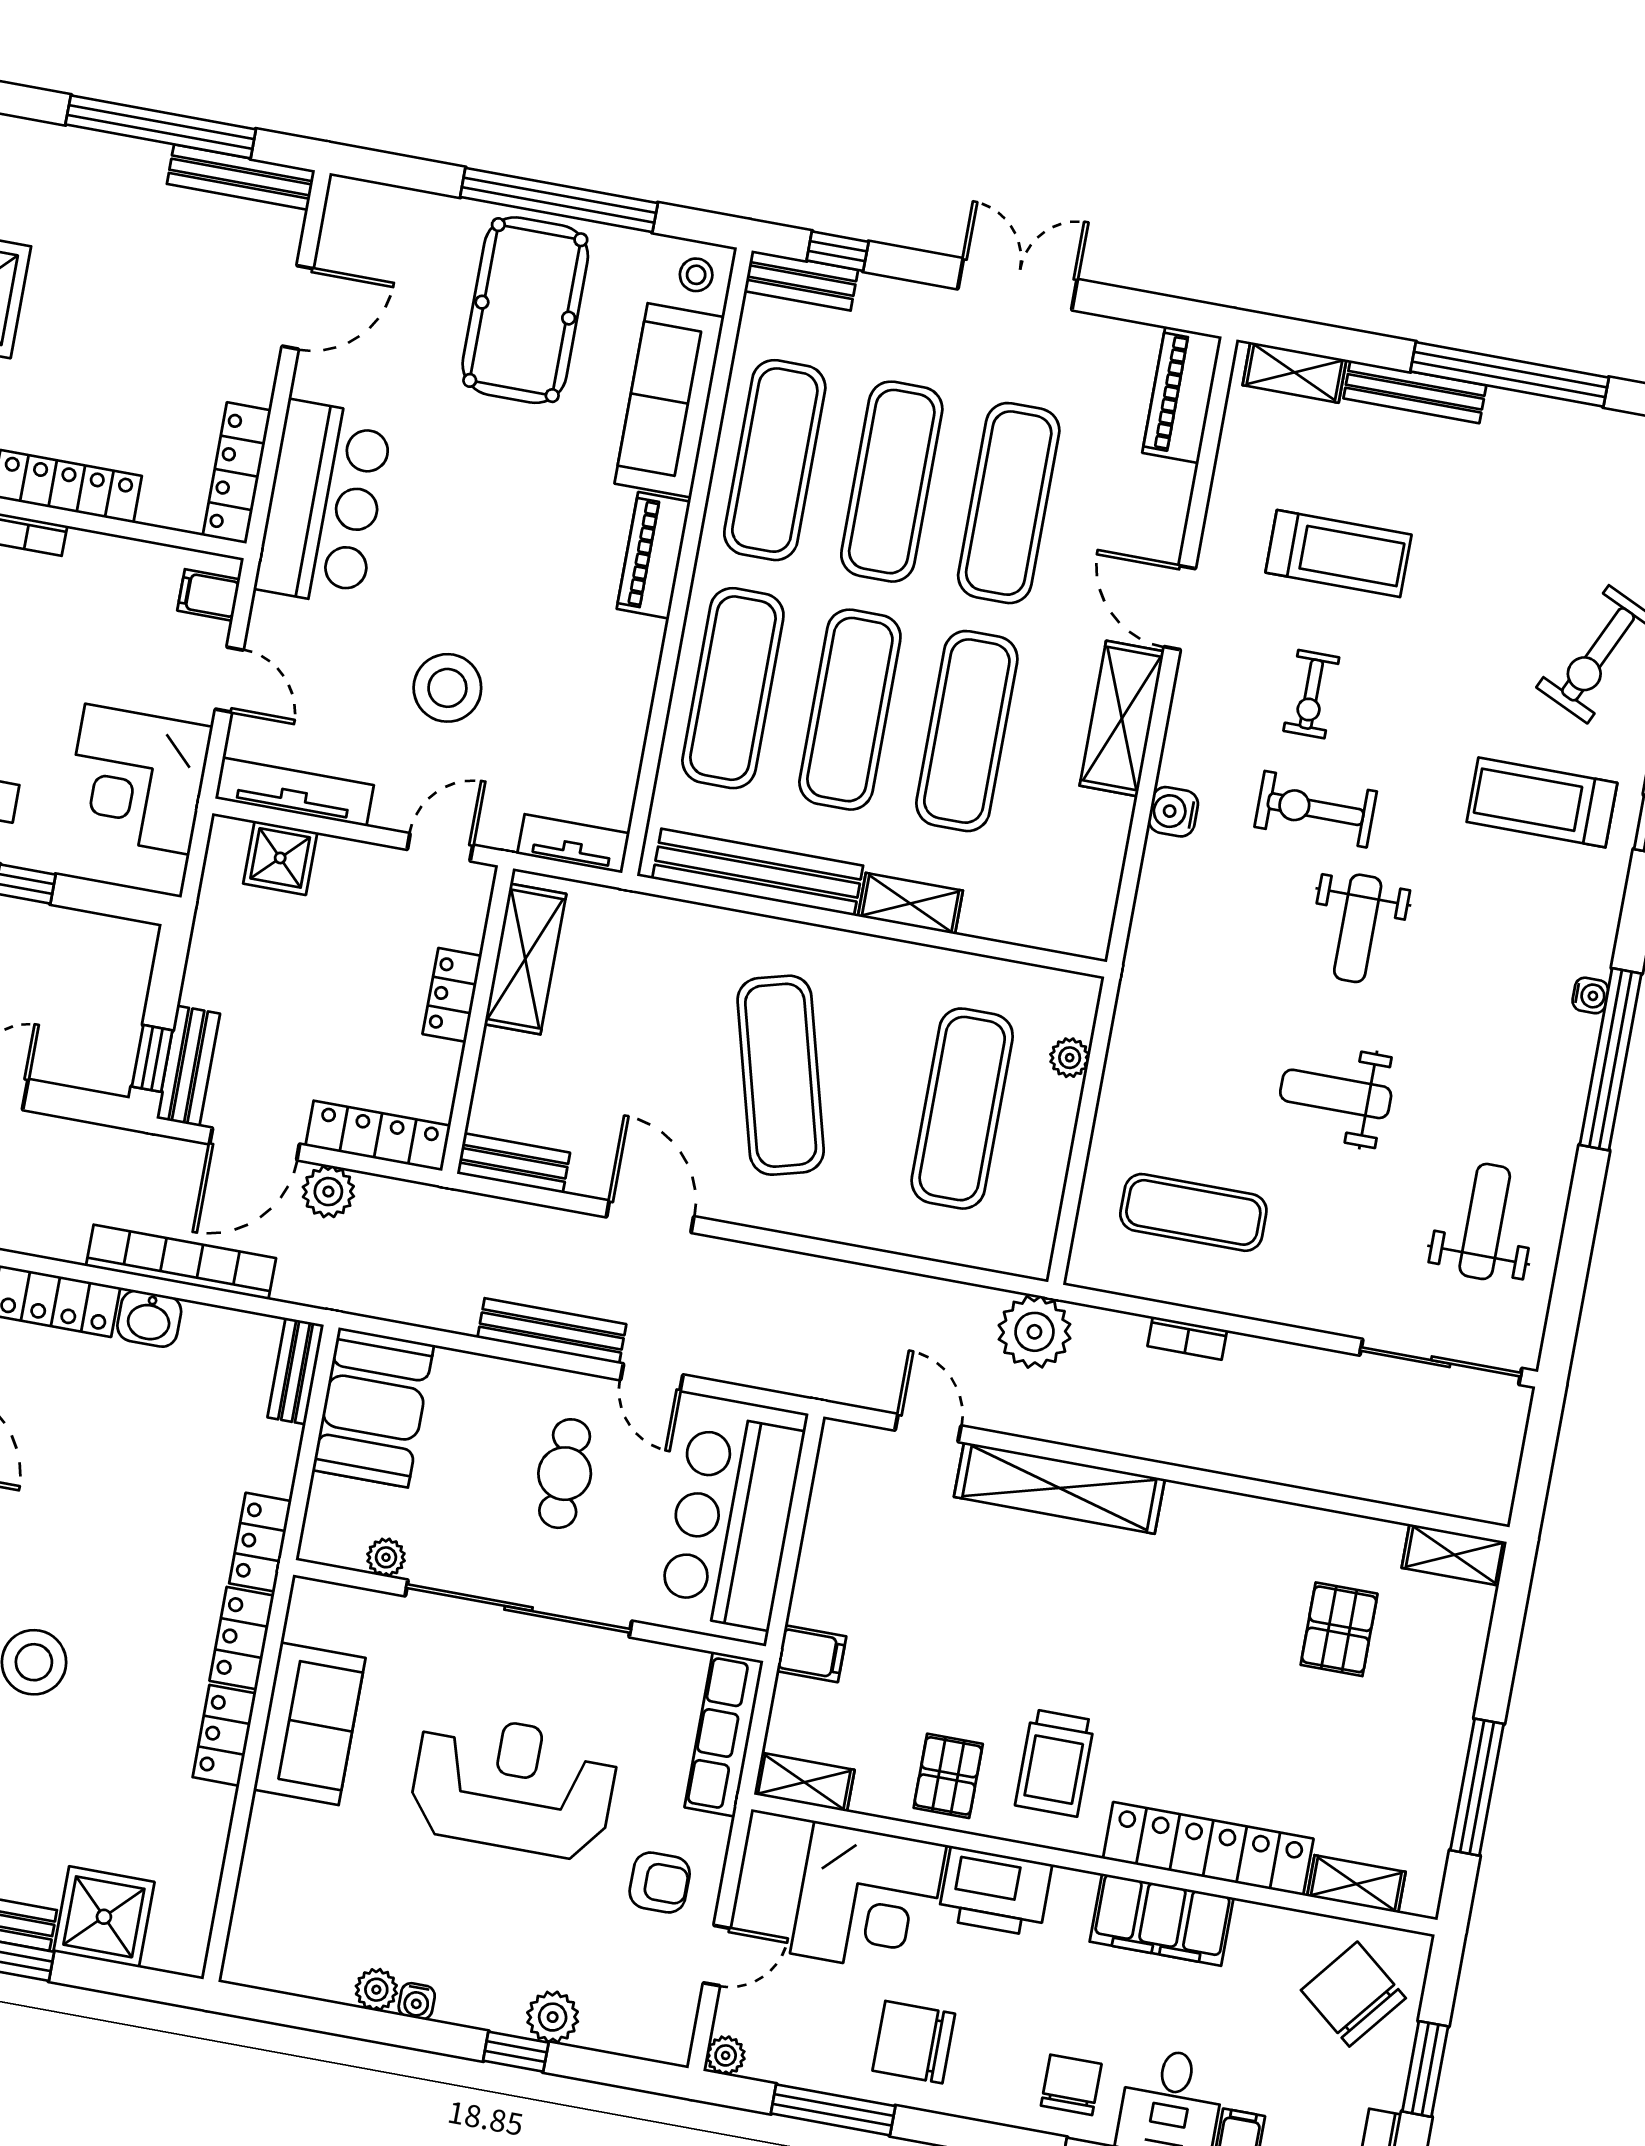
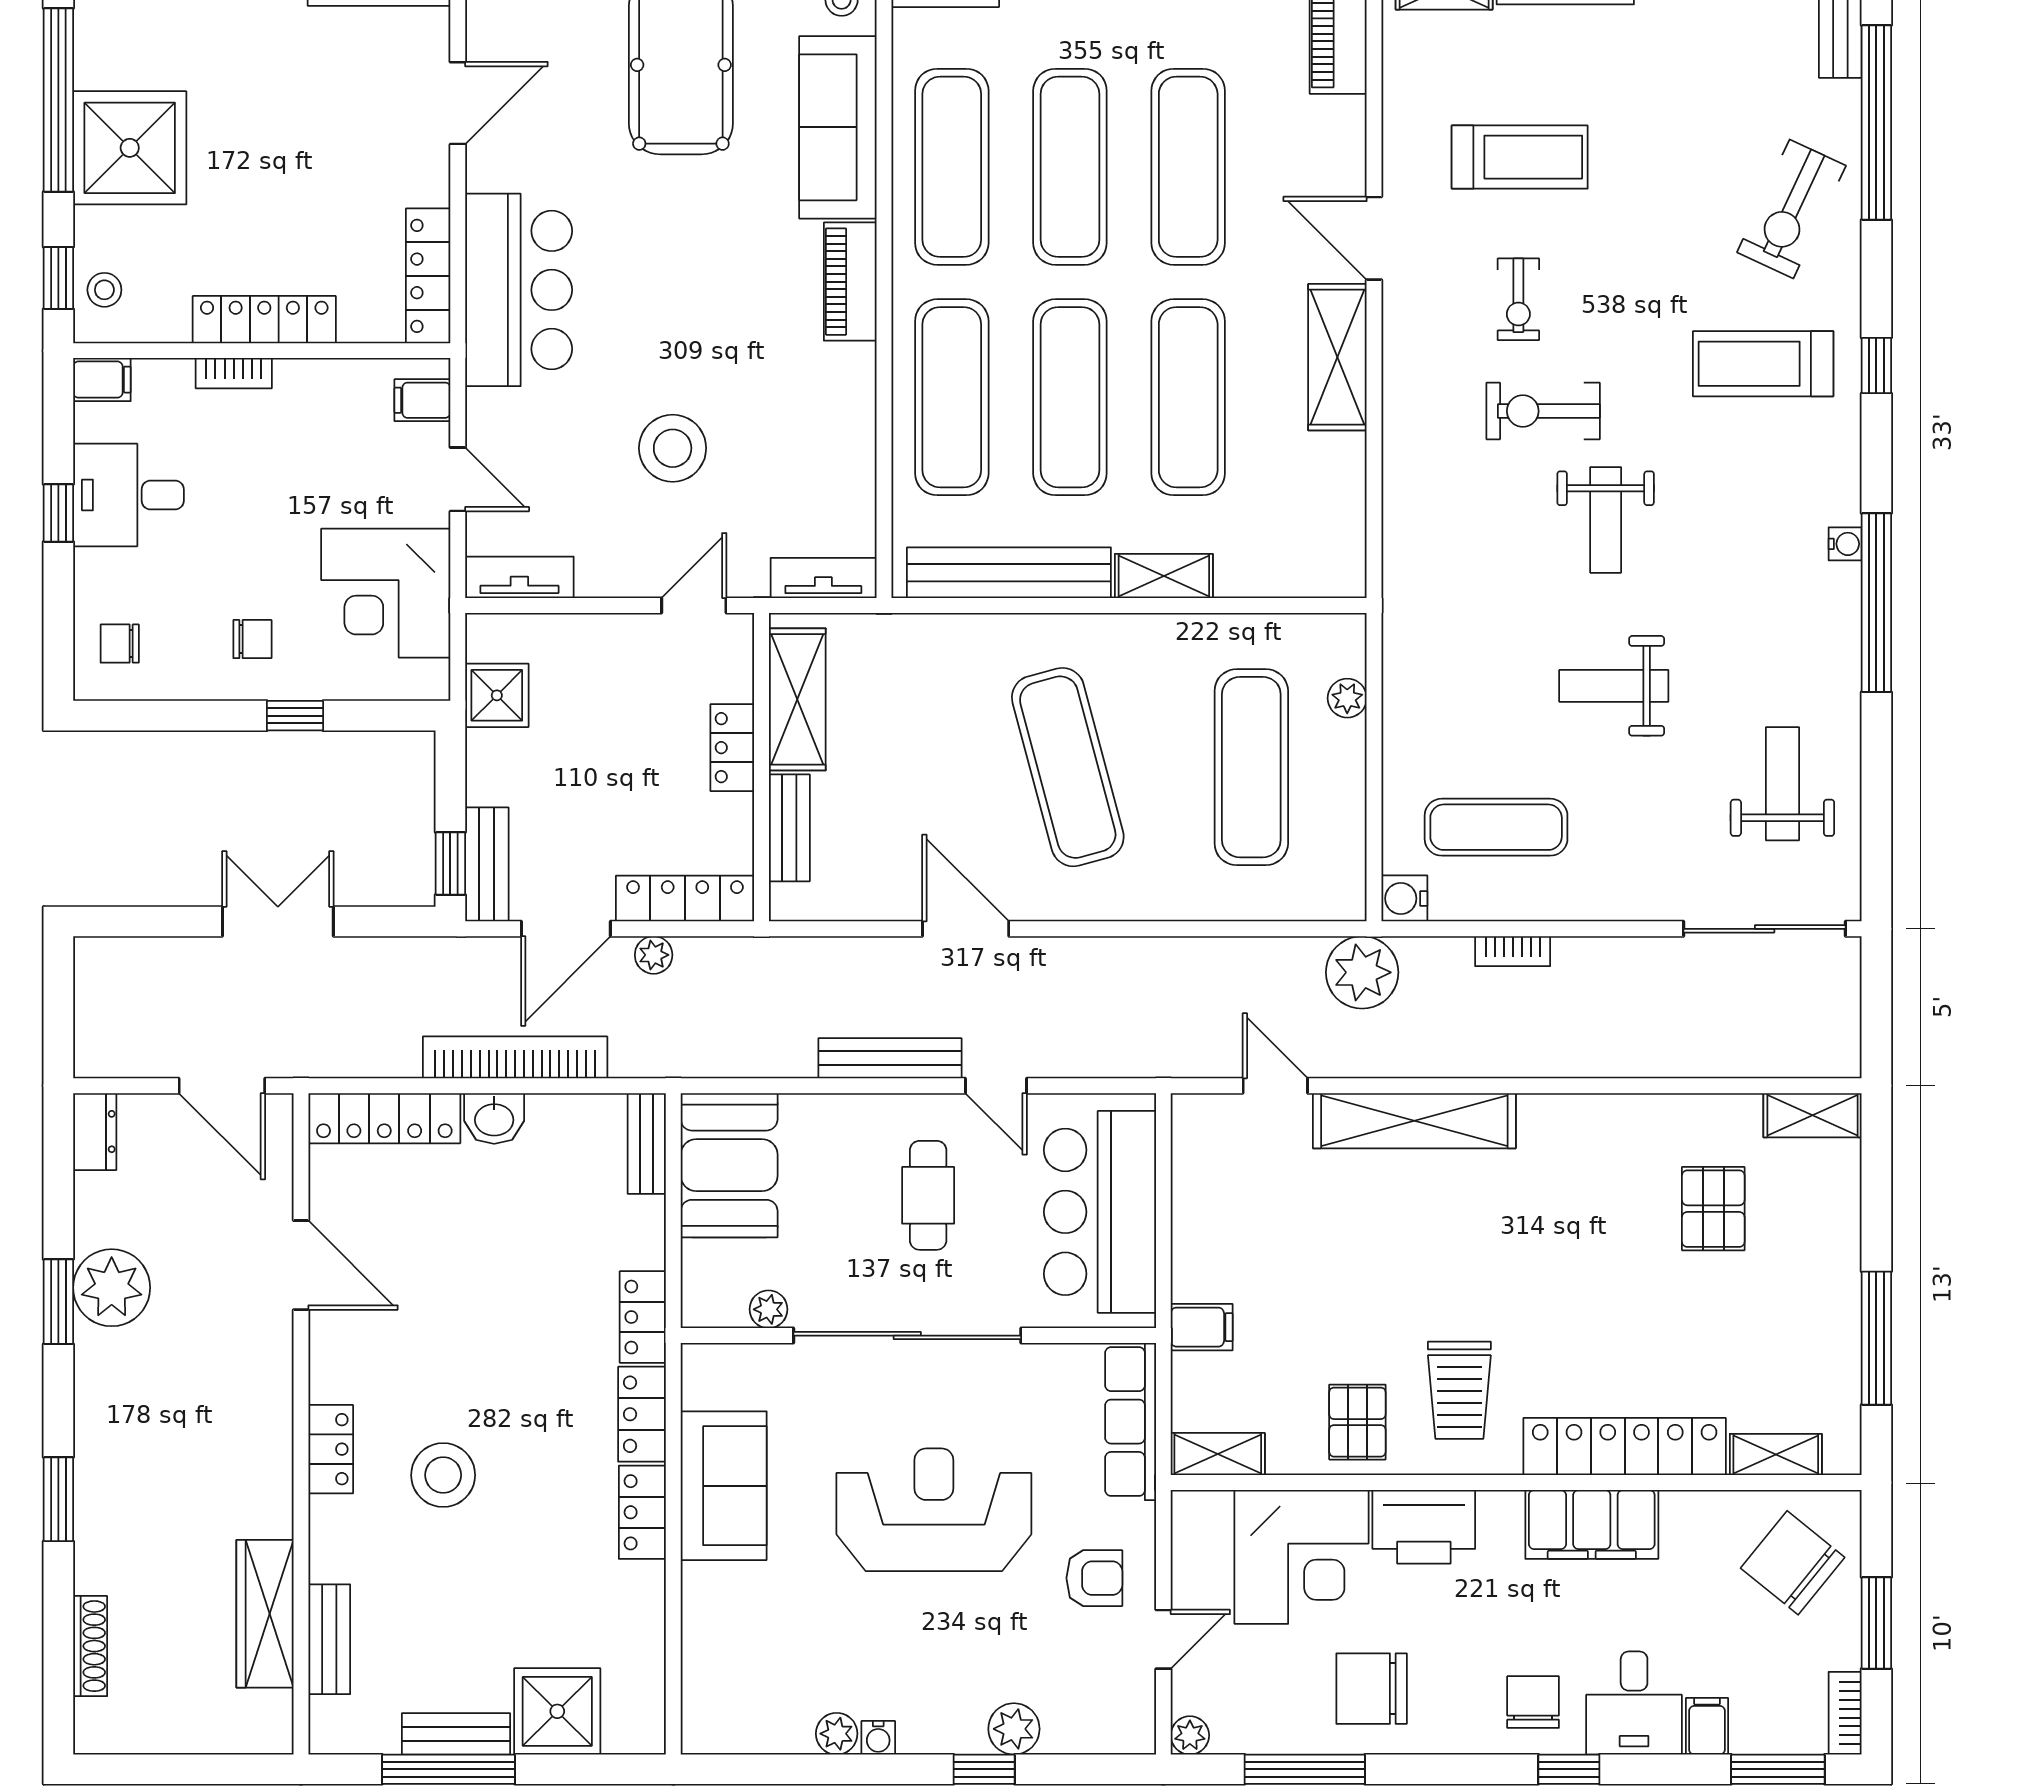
tv unit: (294, 792) -> (519, 577), width x0.71
water cooler: (1173, 812) -> (1404, 898), moved
shower: (280, 858) -> (497, 695), moved
bench: (513, 1163) -> (789, 828), moved, turned 90
plant: (328, 1192) -> (654, 955), width x0.73, depth x0.73

